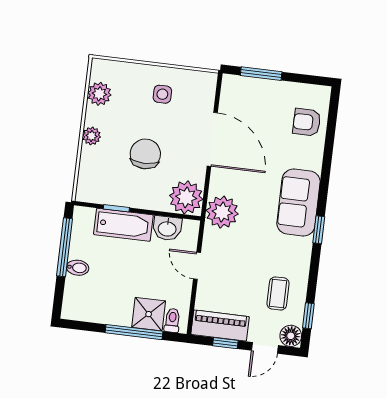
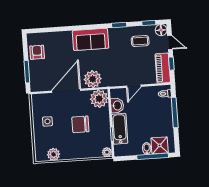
armchair: (307, 122) -> (37, 52), moved, turned 180
plant: (92, 136) -> (107, 152), moved
plant: (222, 212) -> (93, 79), moved
window: (319, 230) -> (119, 25), moved
window: (64, 247) -> (153, 156), moved
shower: (149, 314) -> (160, 145), moved

